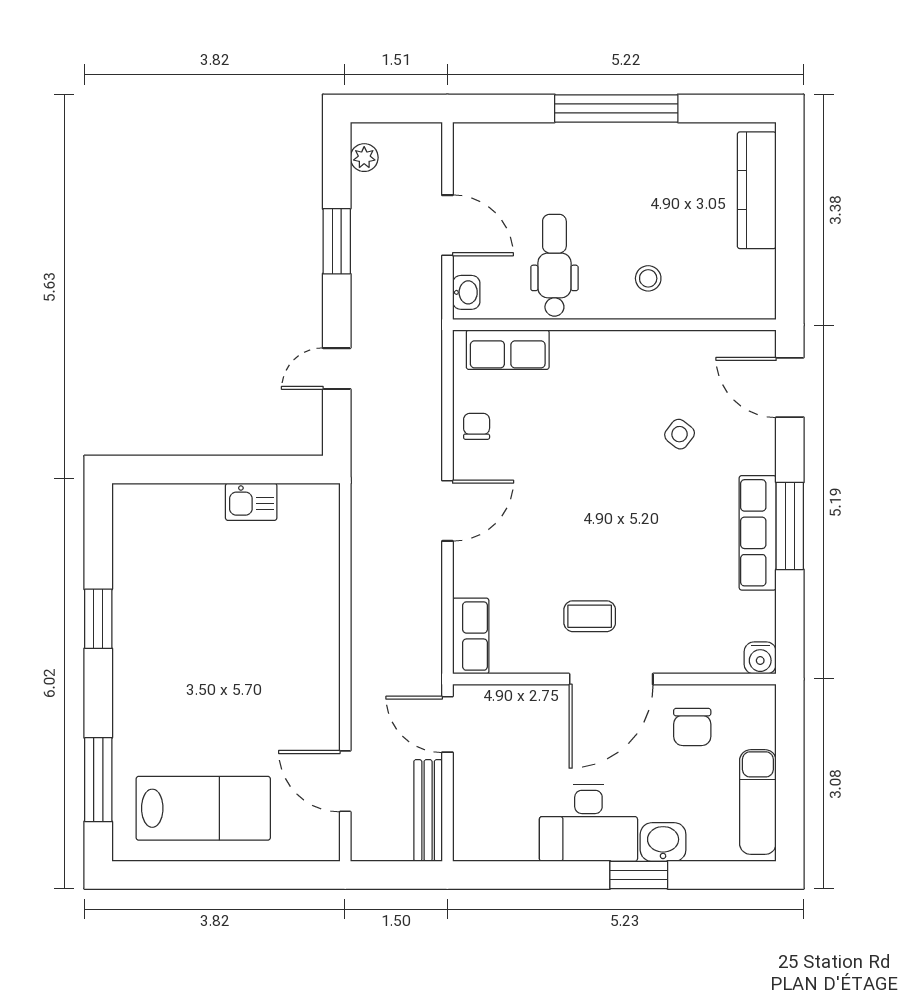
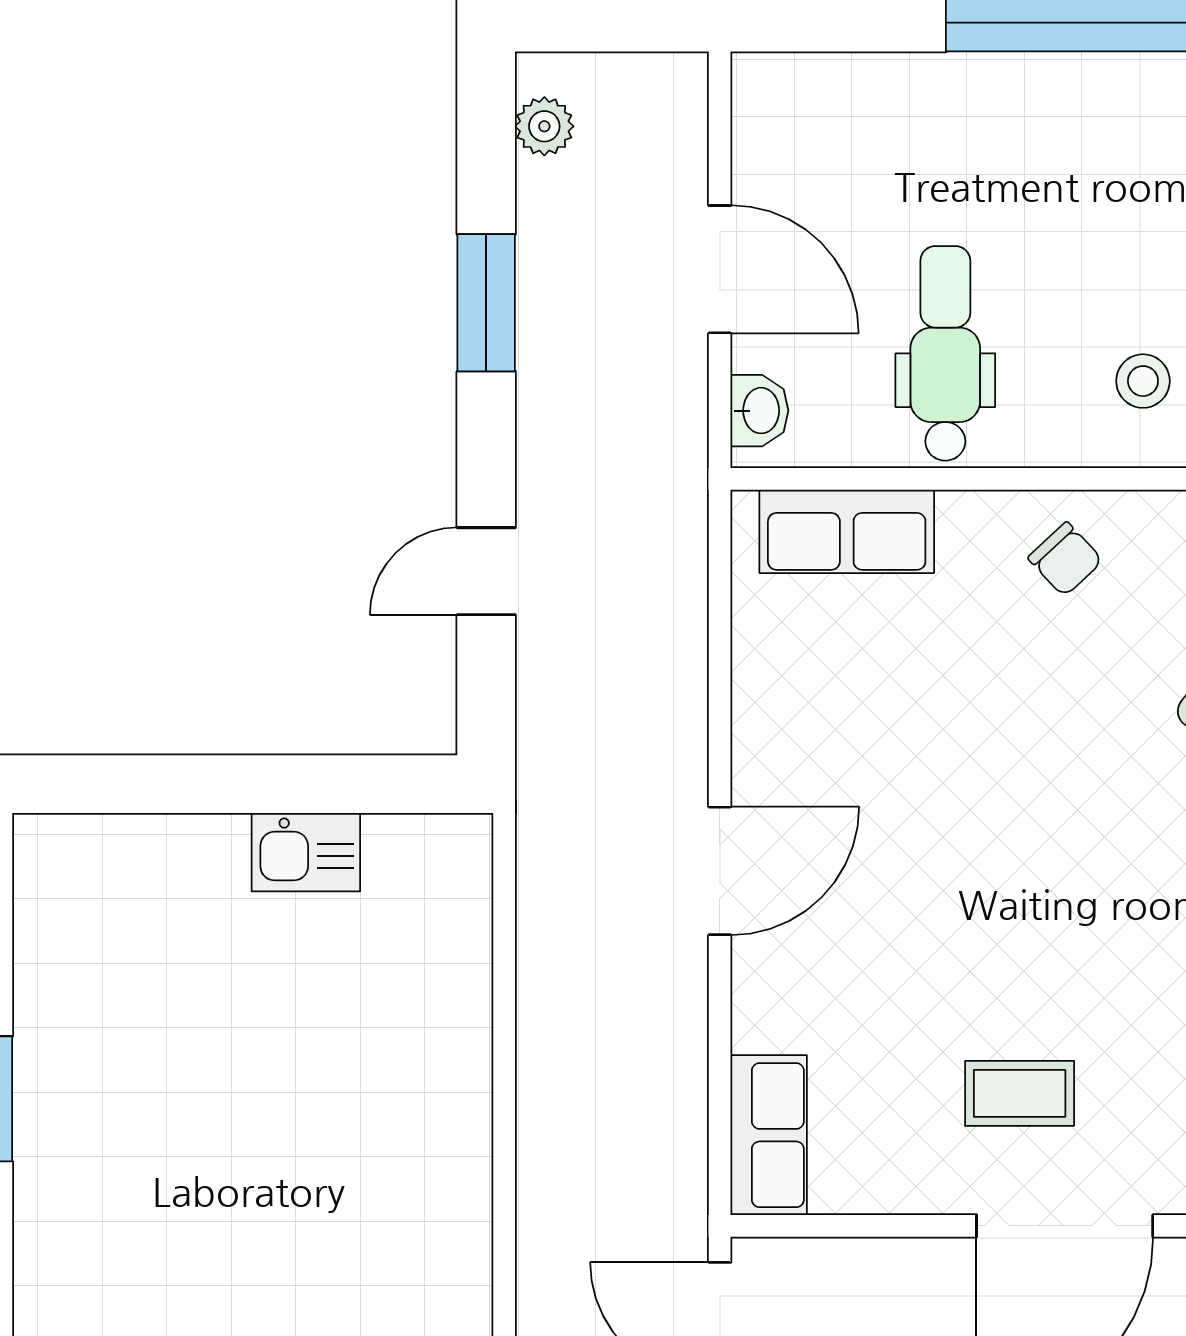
chair: (477, 426) -> (1065, 559), moved, turned 137

